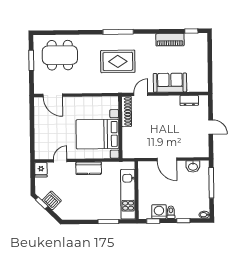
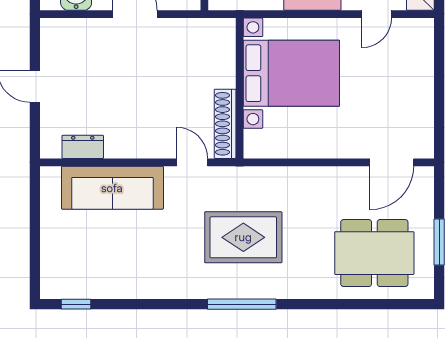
piano: (170, 40) -> (125, 285), removed
sofa: (170, 83) -> (112, 188), width x1.36
door: (141, 94) -> (192, 162), swing flipped
door: (53, 95) -> (392, 162), swing flipped

